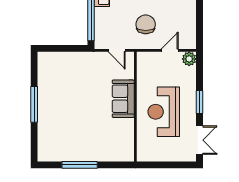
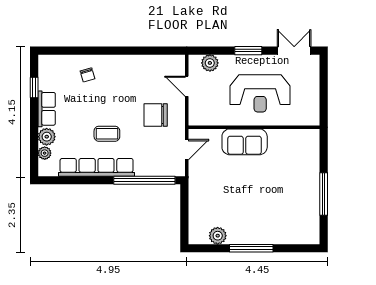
plant: (189, 59) -> (210, 63), moved
plant: (45, 76) -> (218, 236), added

